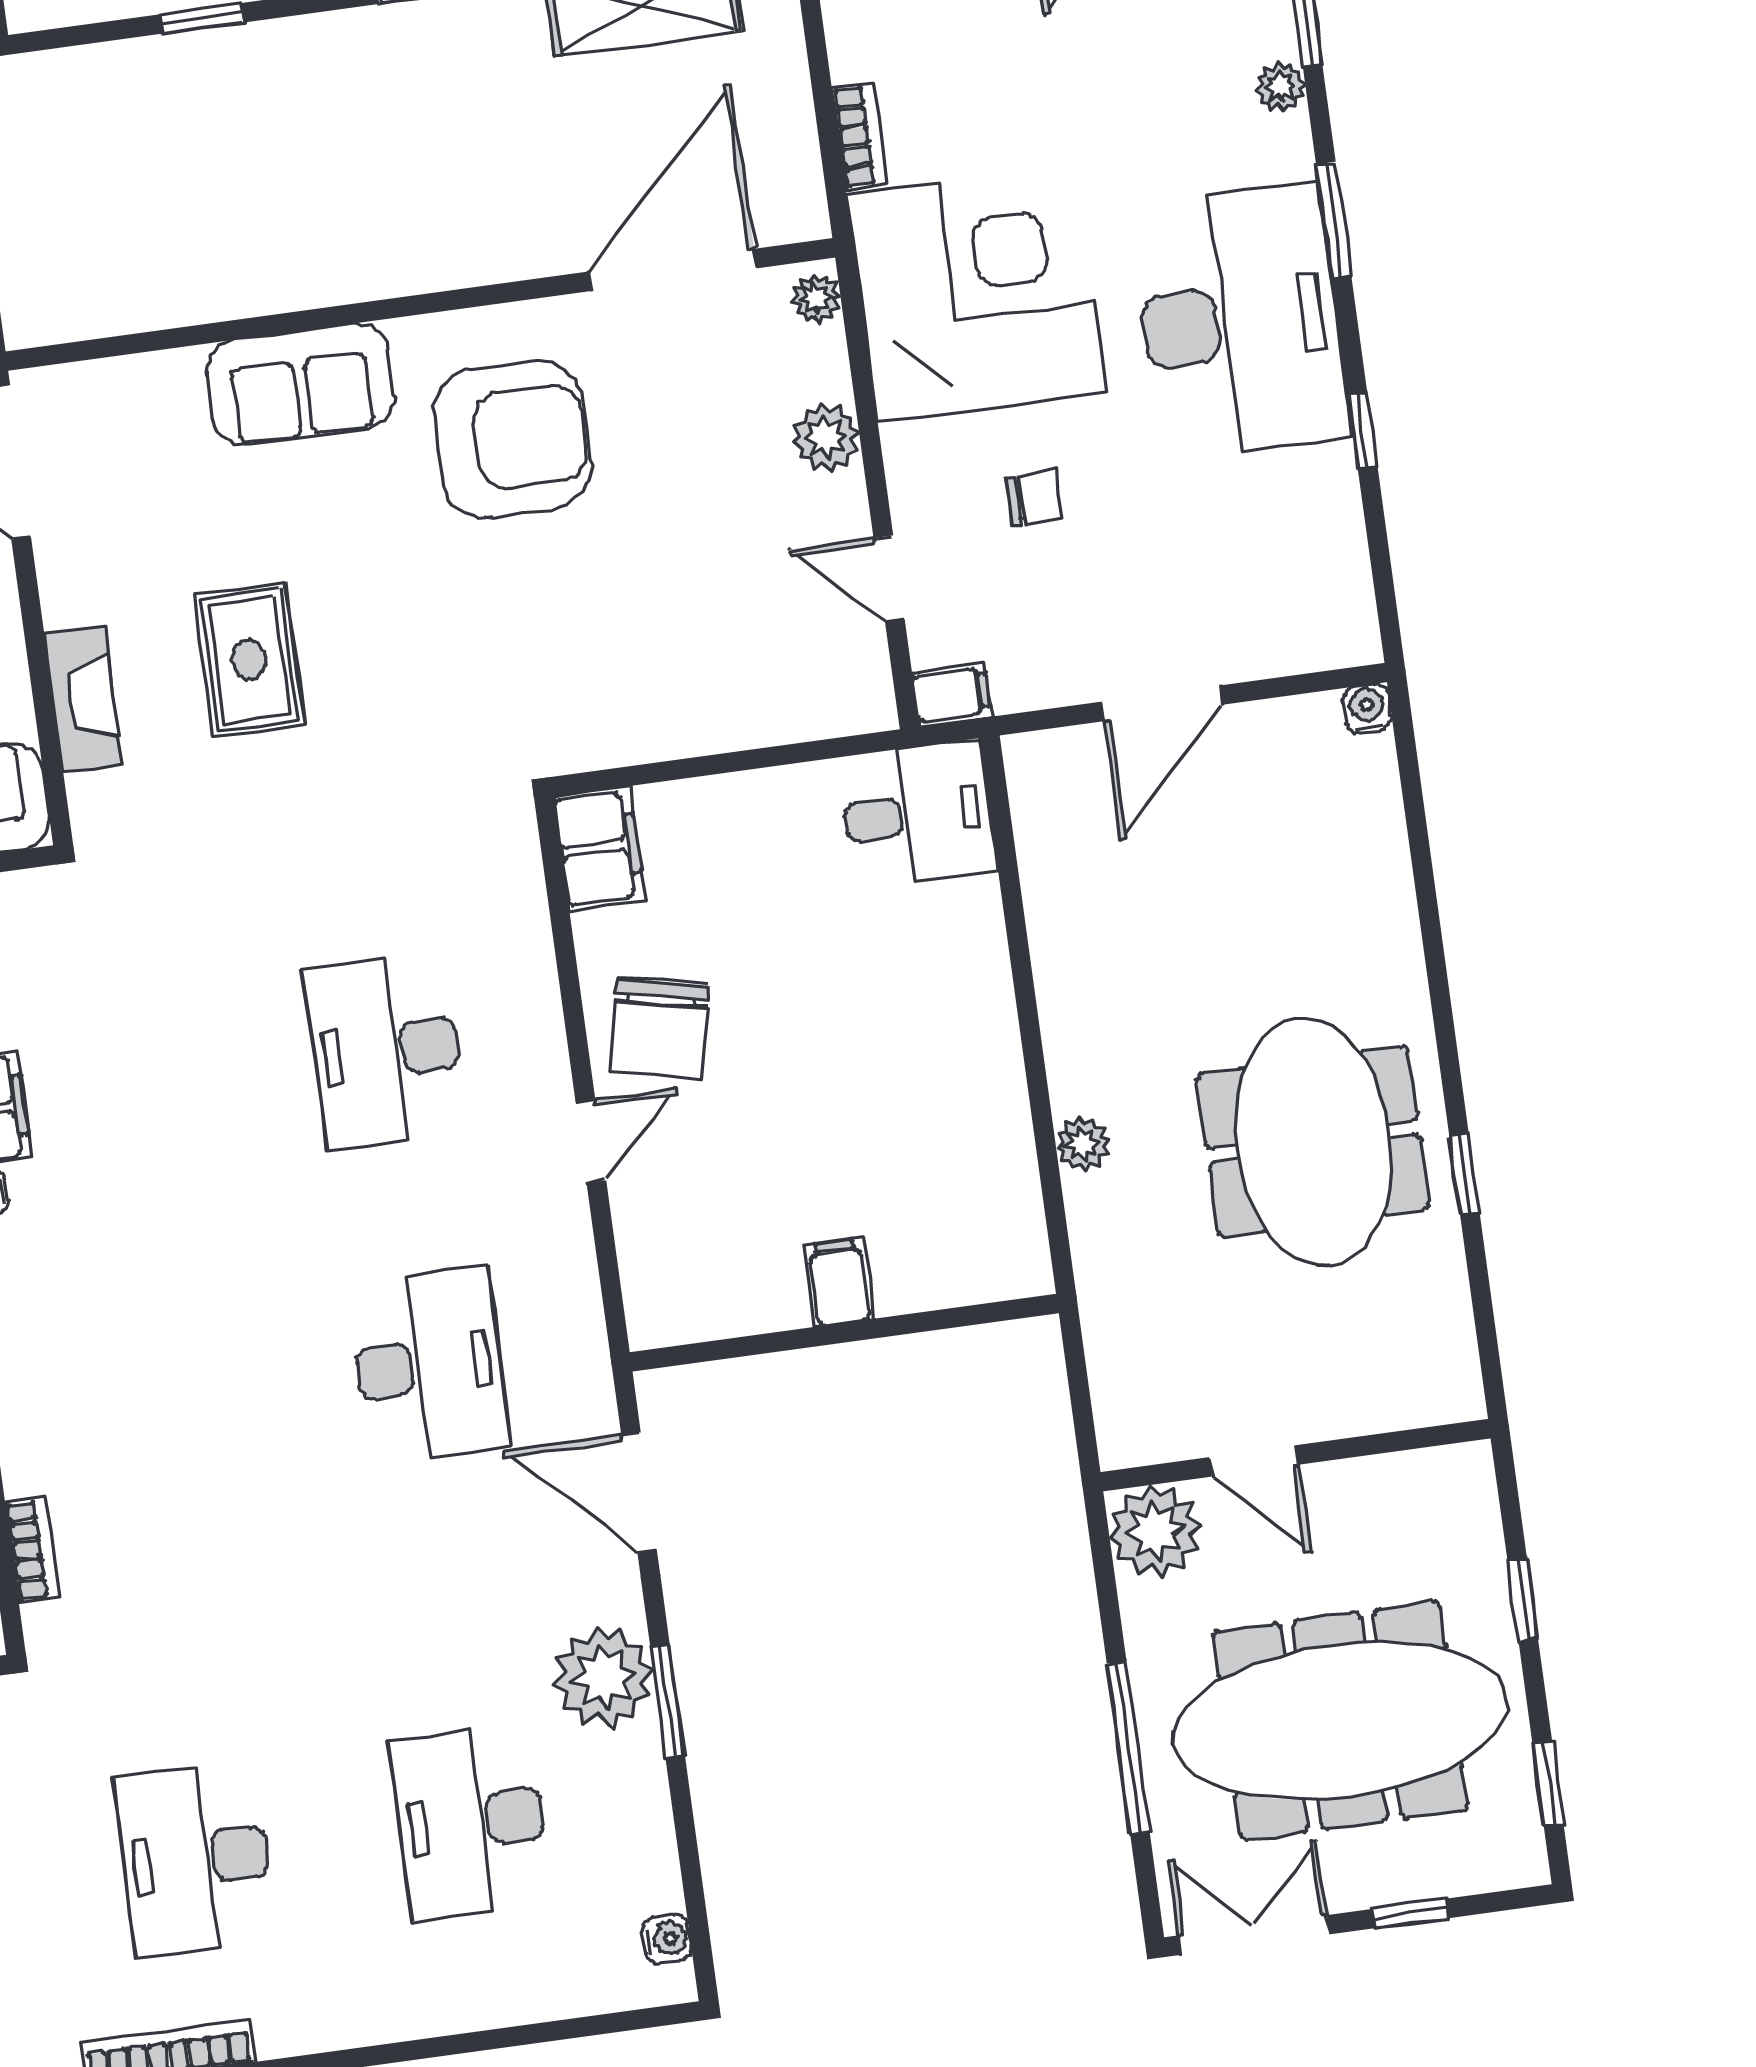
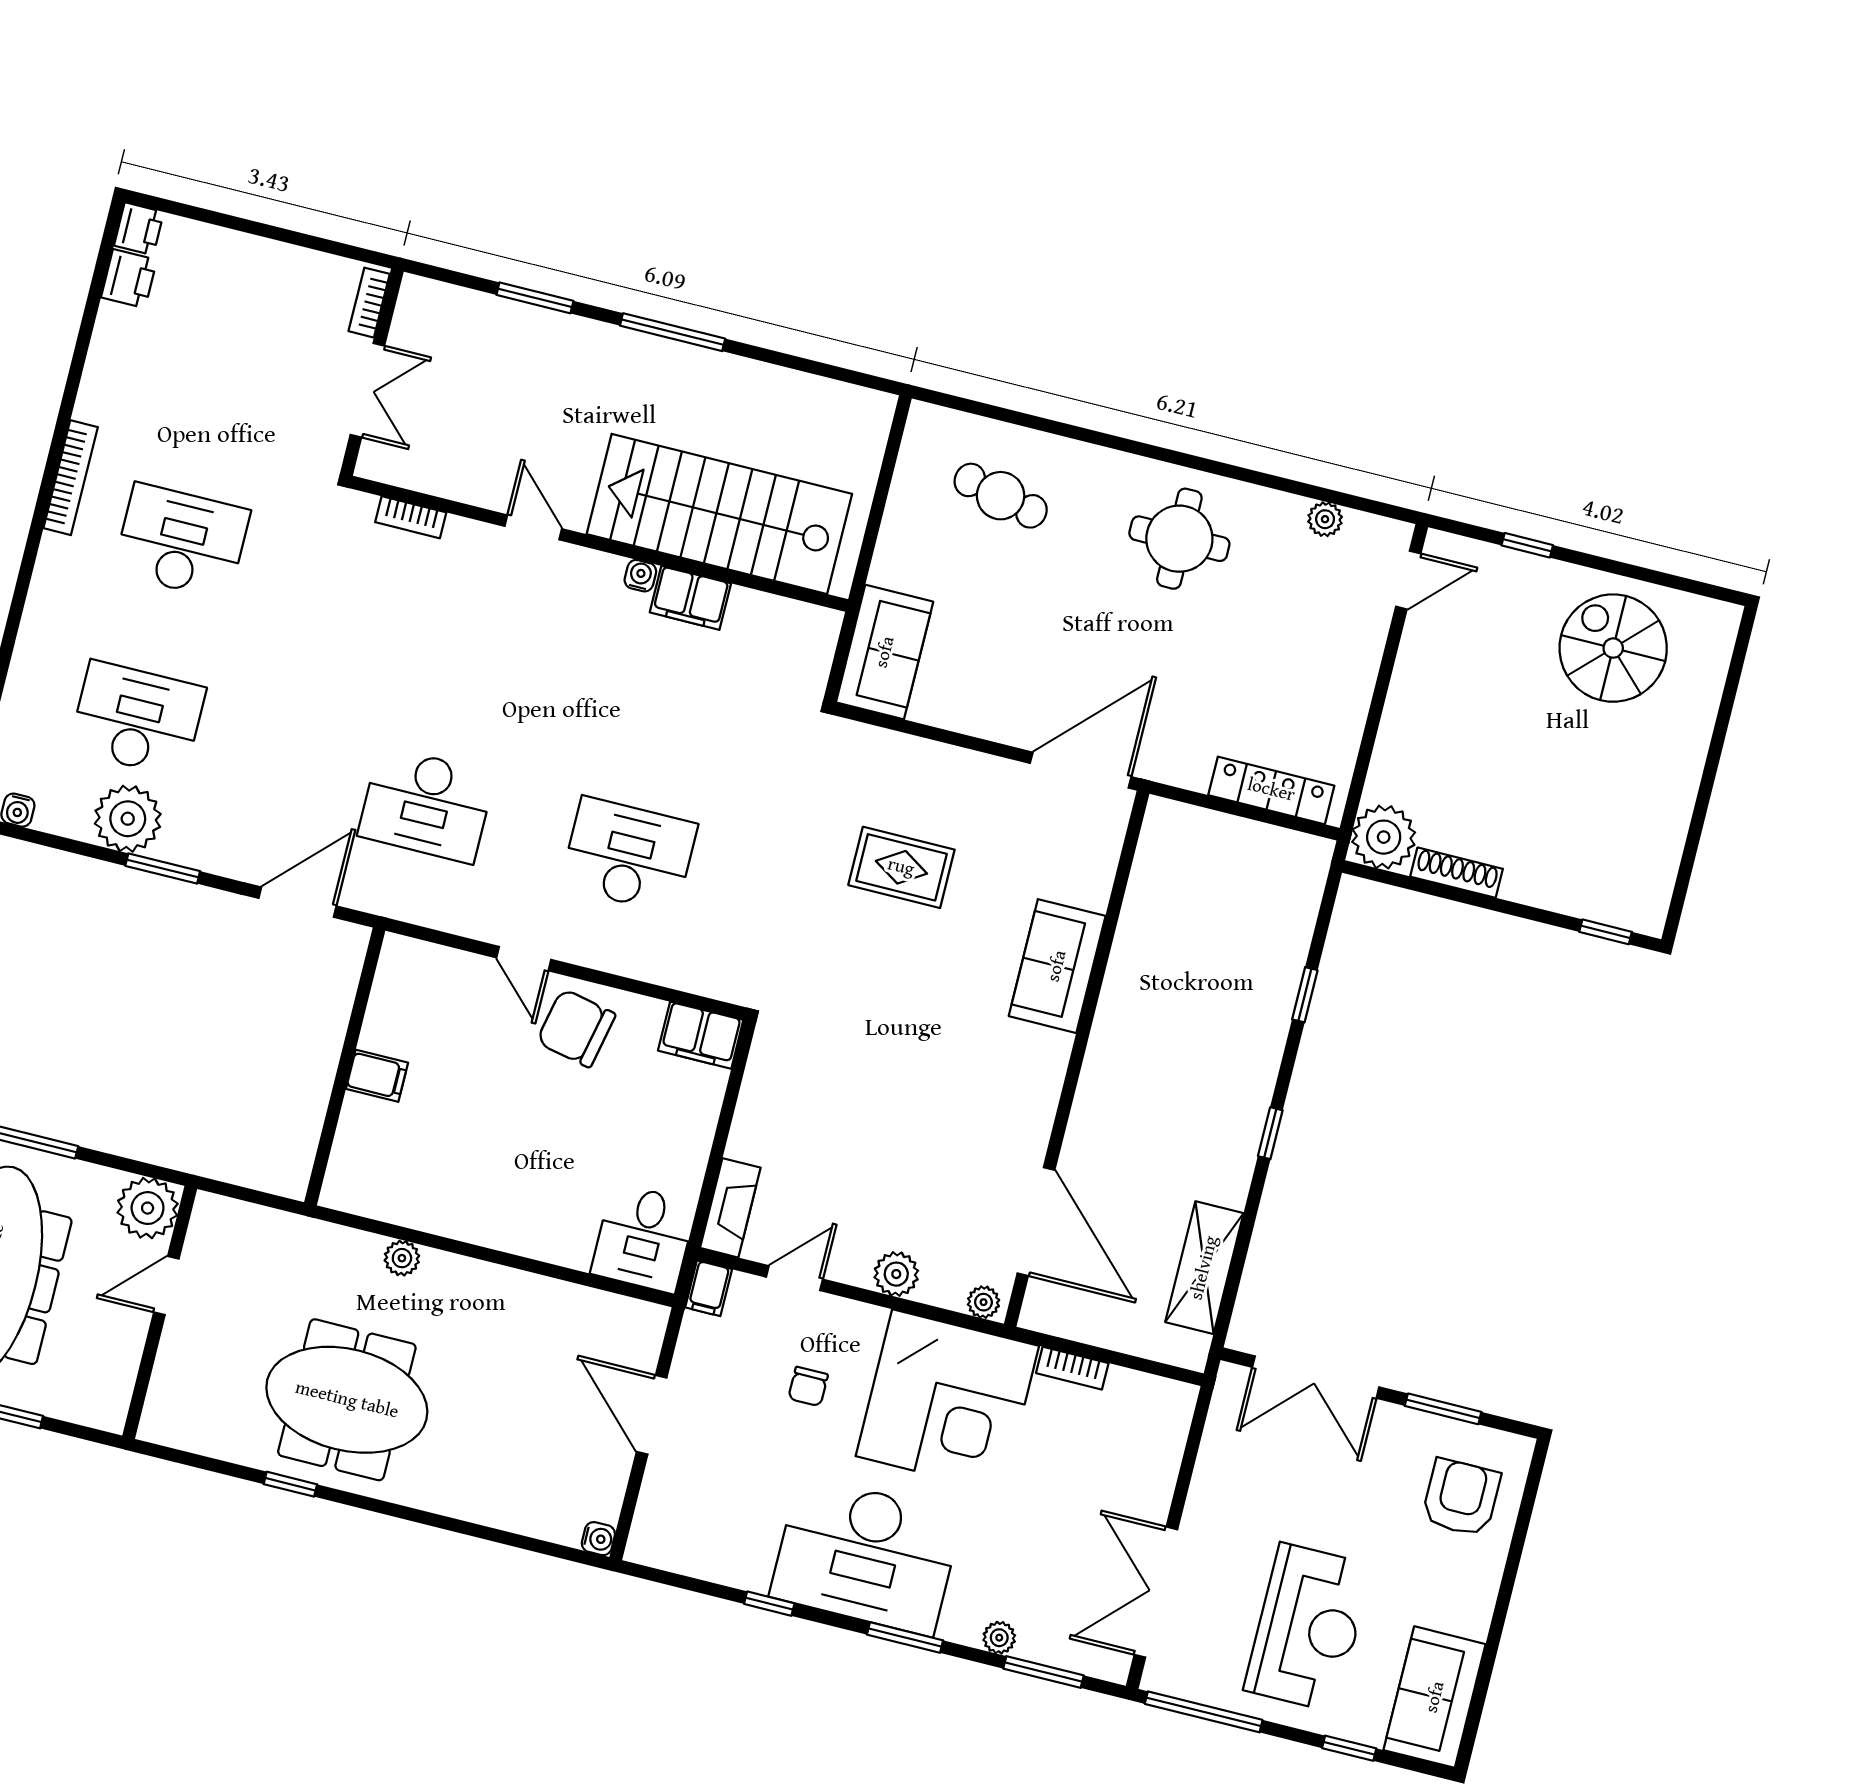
armchair: (512, 439) -> (972, 1082), removed
fireplace: (83, 699) -> (730, 1208), moved, turned -90
plant: (603, 1677) -> (128, 819), moved

